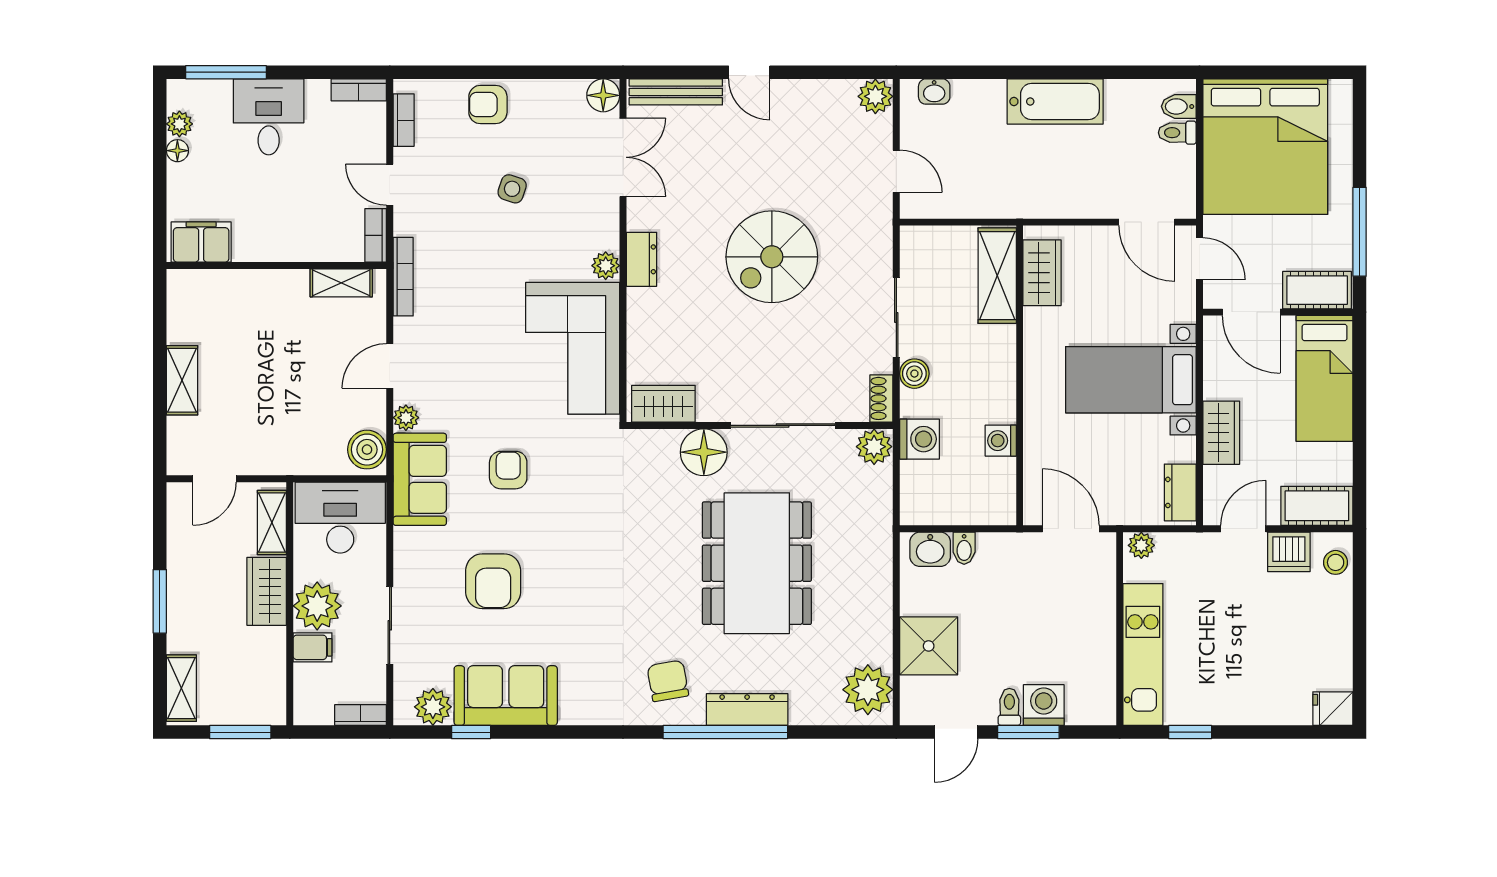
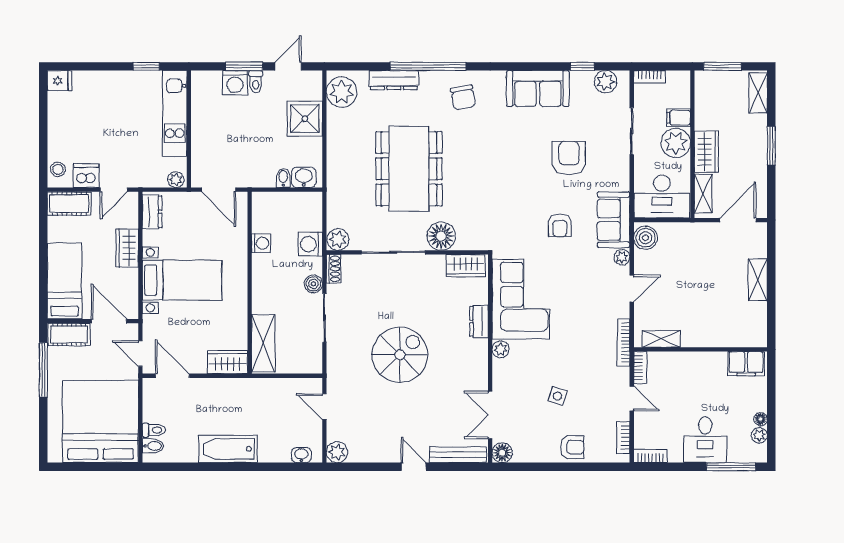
dresser: (642, 259) -> (479, 321), moved
wardrobe: (1042, 273) -> (228, 362), moved, turned 90
door: (215, 479) -> (738, 220), width x1.38
sofa: (506, 696) -> (538, 88), moved
dresser: (747, 709) -> (394, 80), moved

